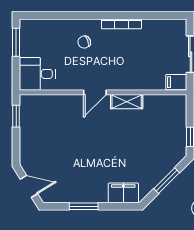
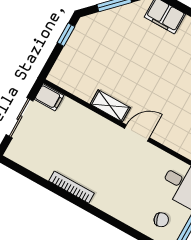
chair: (84, 42) -> (161, 220), moved

